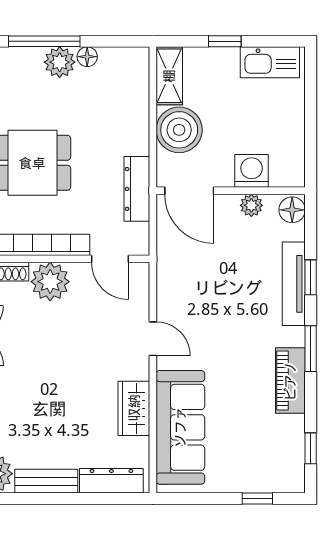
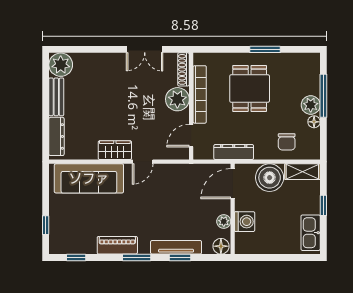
chair: (120, 102) -> (287, 142), added
wardrobe: (134, 408) -> (115, 150), moved

